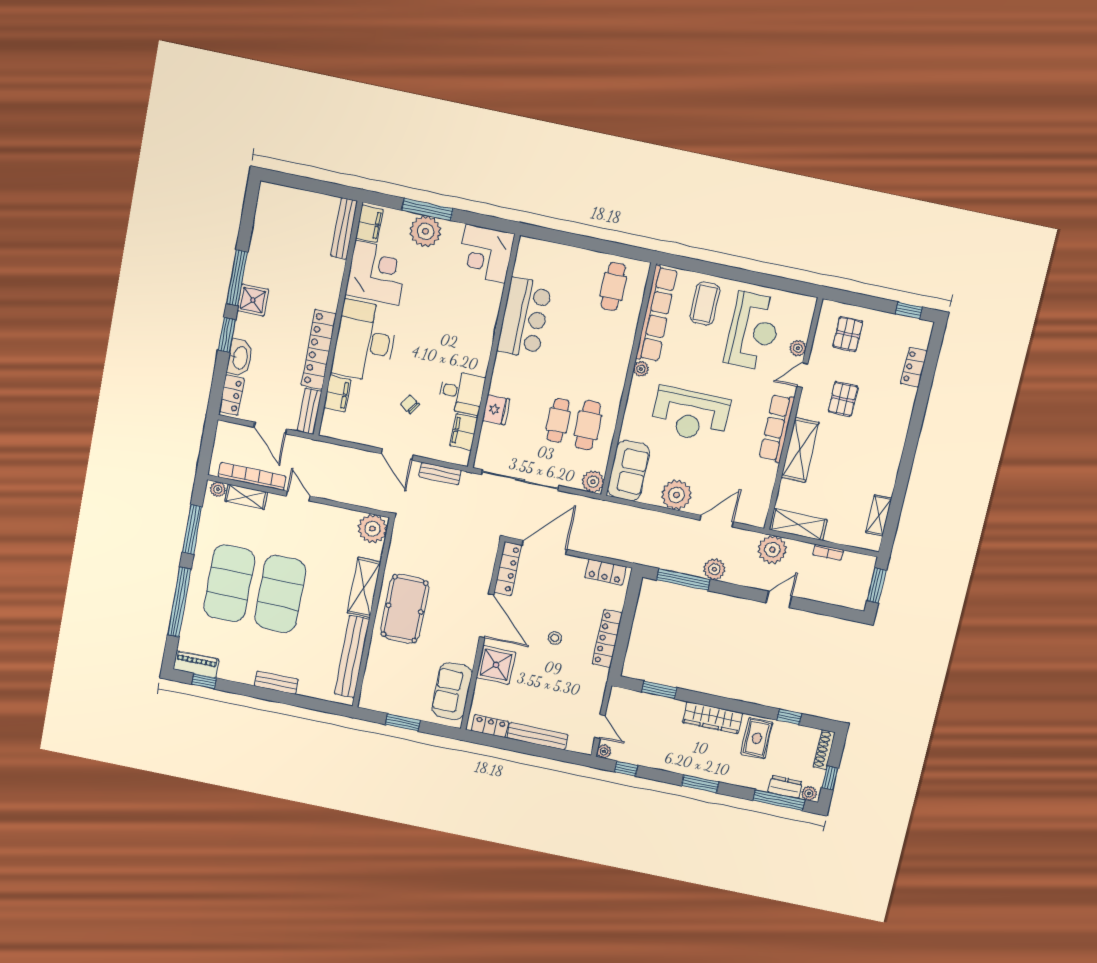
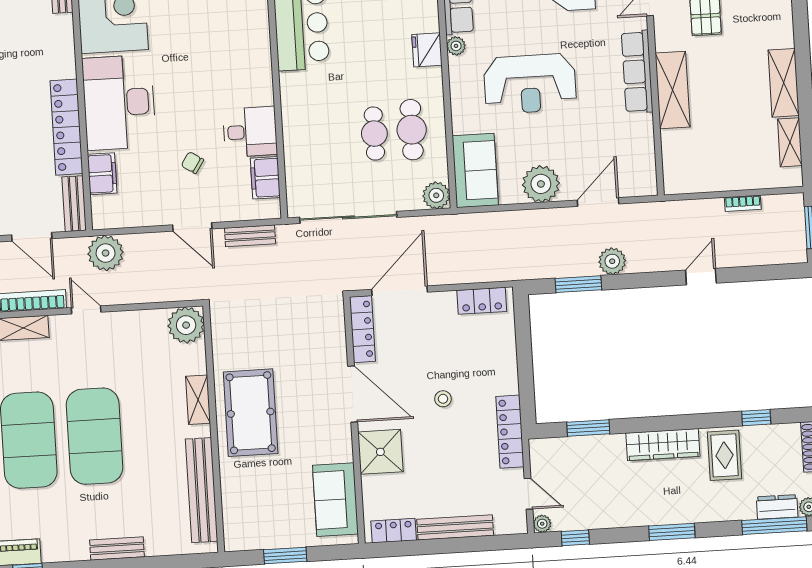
fridge: (496, 410) -> (427, 50), moved, turned 180
shelving: (798, 525) -> (784, 83), moved, turned 90
plant: (772, 550) -> (106, 253), moved
window: (683, 580) -> (578, 284), width x0.69
shelving: (364, 587) -> (198, 400), width x0.67, depth x0.75
locker: (607, 638) -> (510, 432), moved

